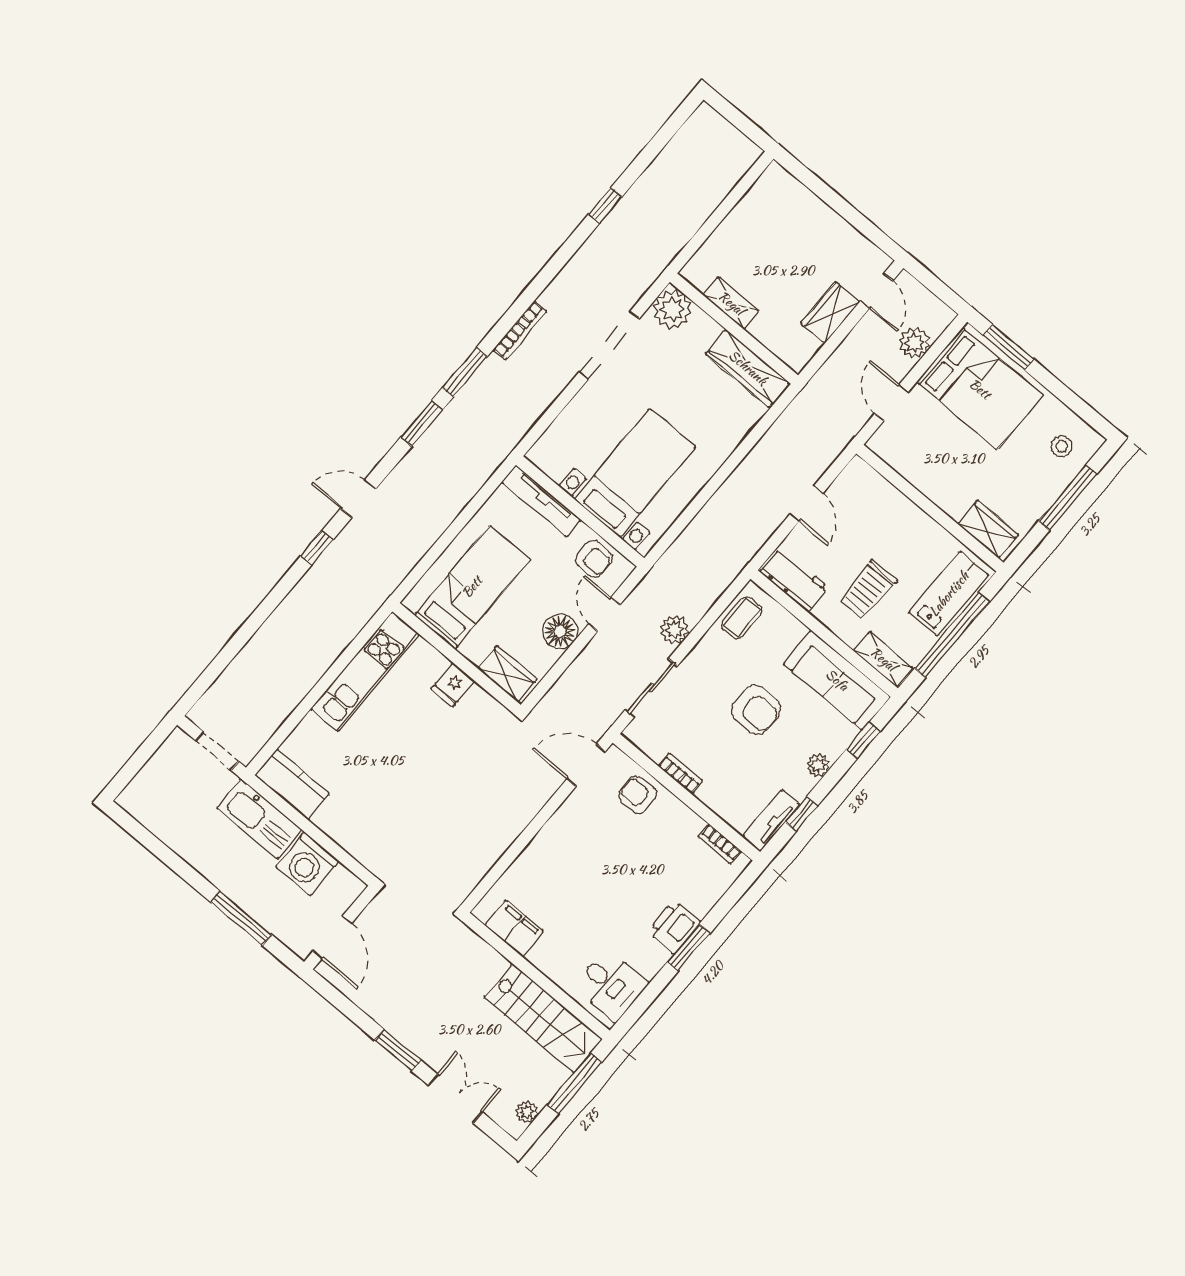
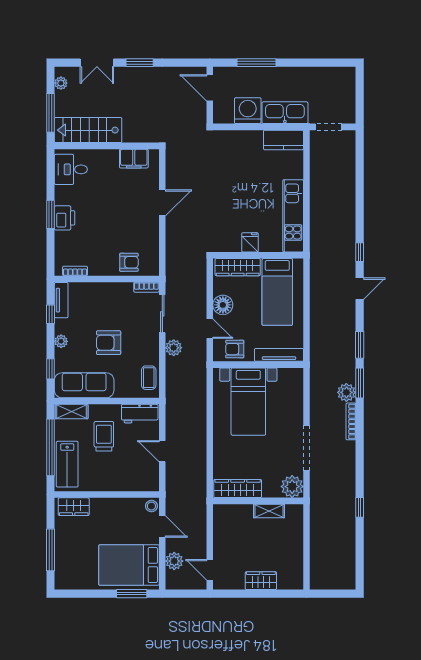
wardrobe: (830, 313) -> (261, 581), moved, turned -90
plant: (493, 374) -> (346, 392), added
stool: (1062, 446) -> (151, 506), moved
wardrobe: (507, 674) -> (238, 267), width x1.50
door: (586, 765) -> (162, 203), moved
bookcase: (680, 773) -> (146, 287), moved

